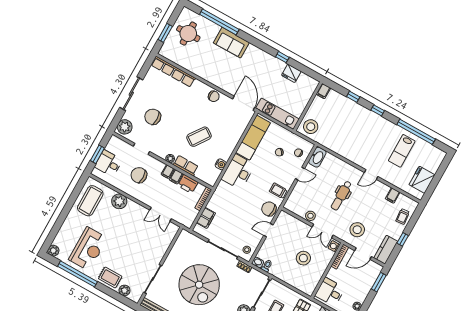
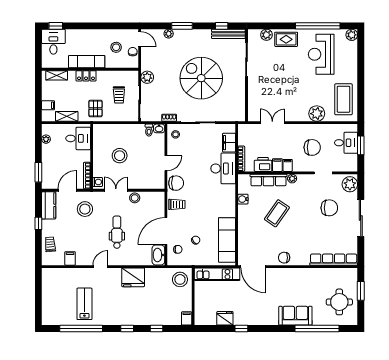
row of seats: (186, 166) -> (268, 180), width x1.48
desk: (238, 172) -> (223, 168), moved
door: (300, 174) -> (166, 231), width x1.88
fridge: (422, 180) -> (133, 277), moved, turned 90

